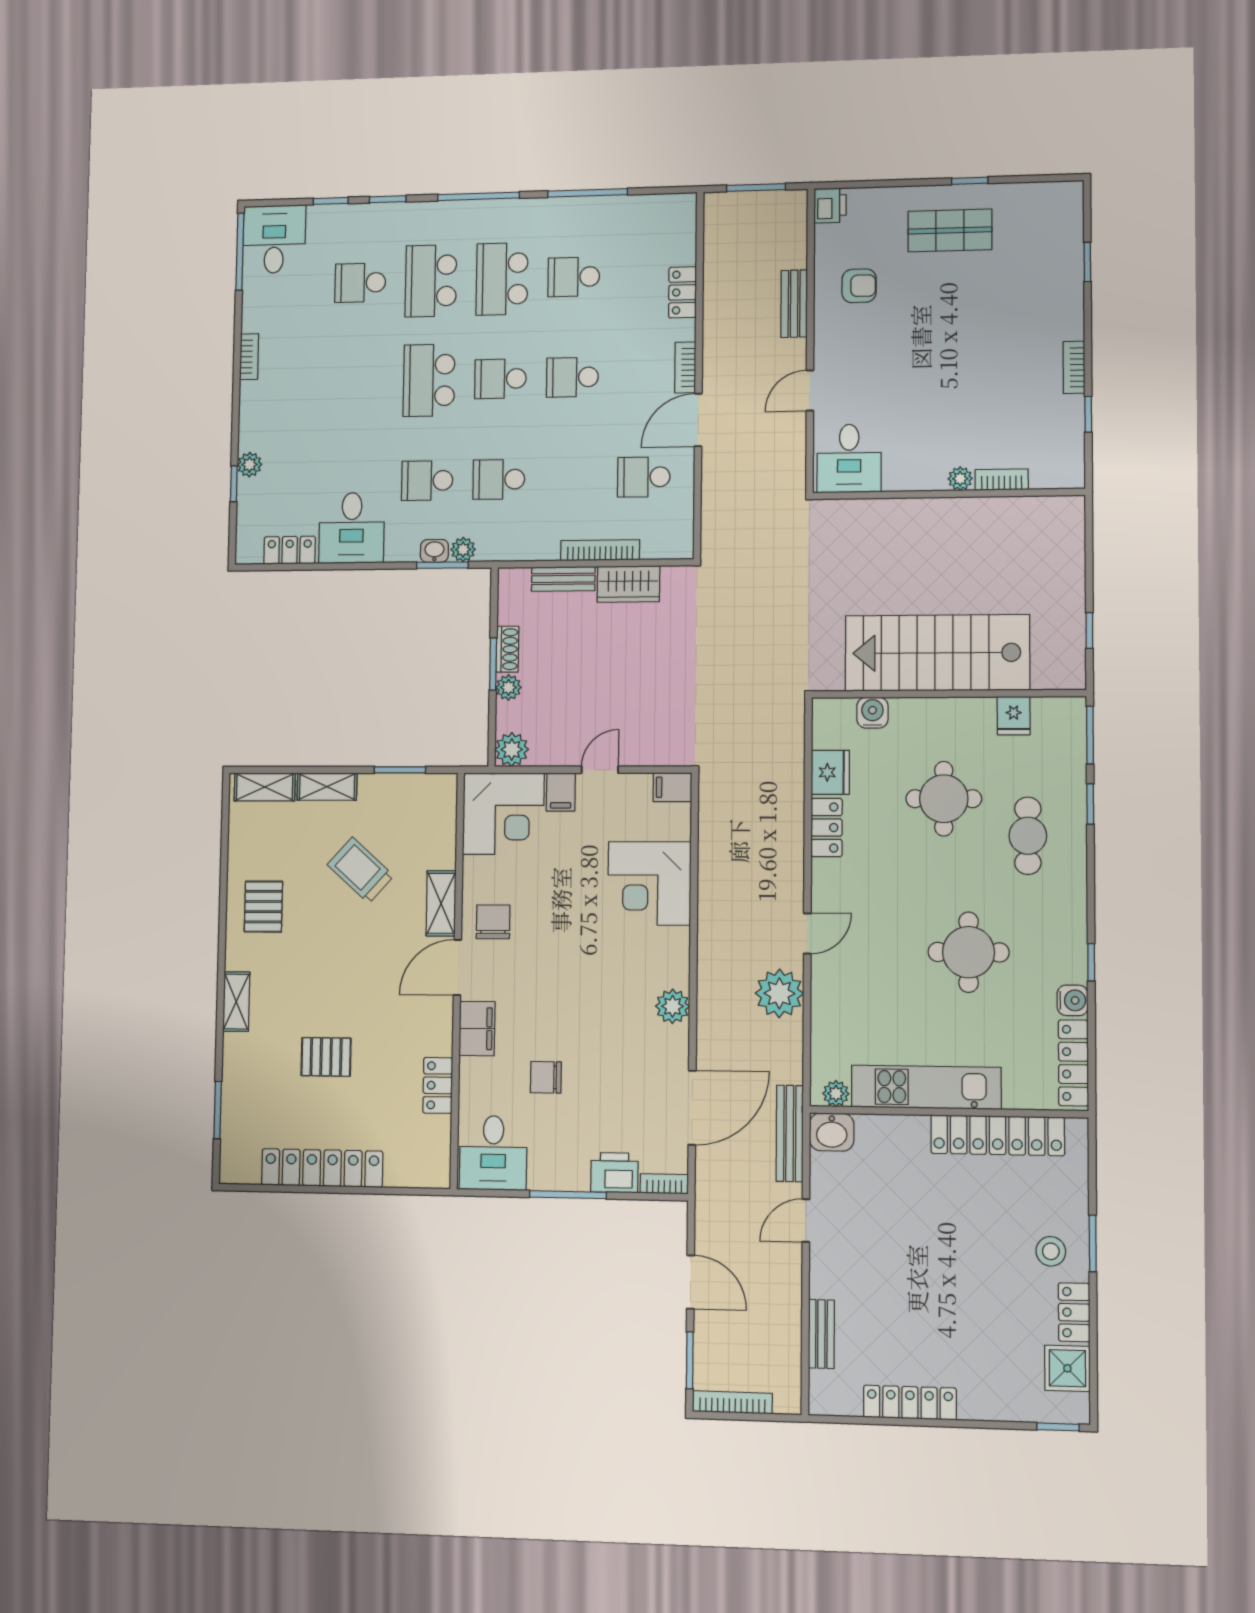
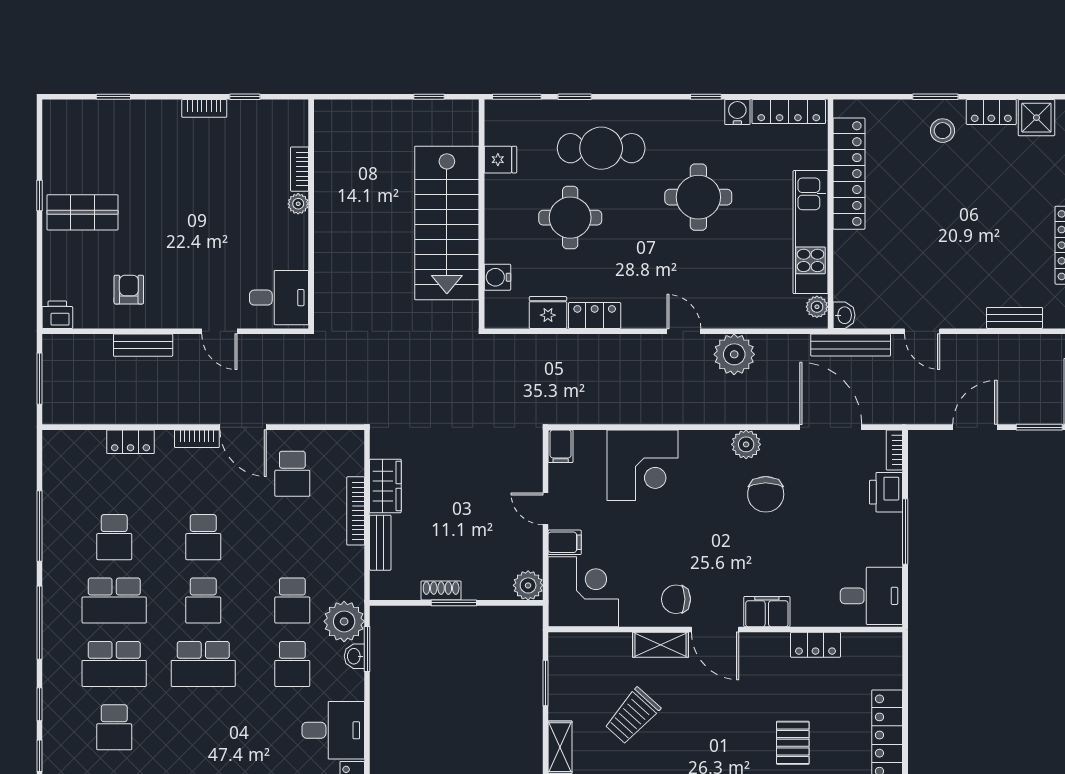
shop shelf: (950, 230) -> (82, 212), turned 90
plant: (463, 550) -> (344, 621), width x1.87, depth x1.87
plant: (509, 687) -> (474, 589), removed
cafe table: (1028, 836) -> (601, 148), width x1.37, depth x1.35
chair: (546, 1077) -> (766, 494), moved, width x1.37, depth x1.37
washbasin: (832, 1132) -> (844, 315), width x0.72, depth x0.69

